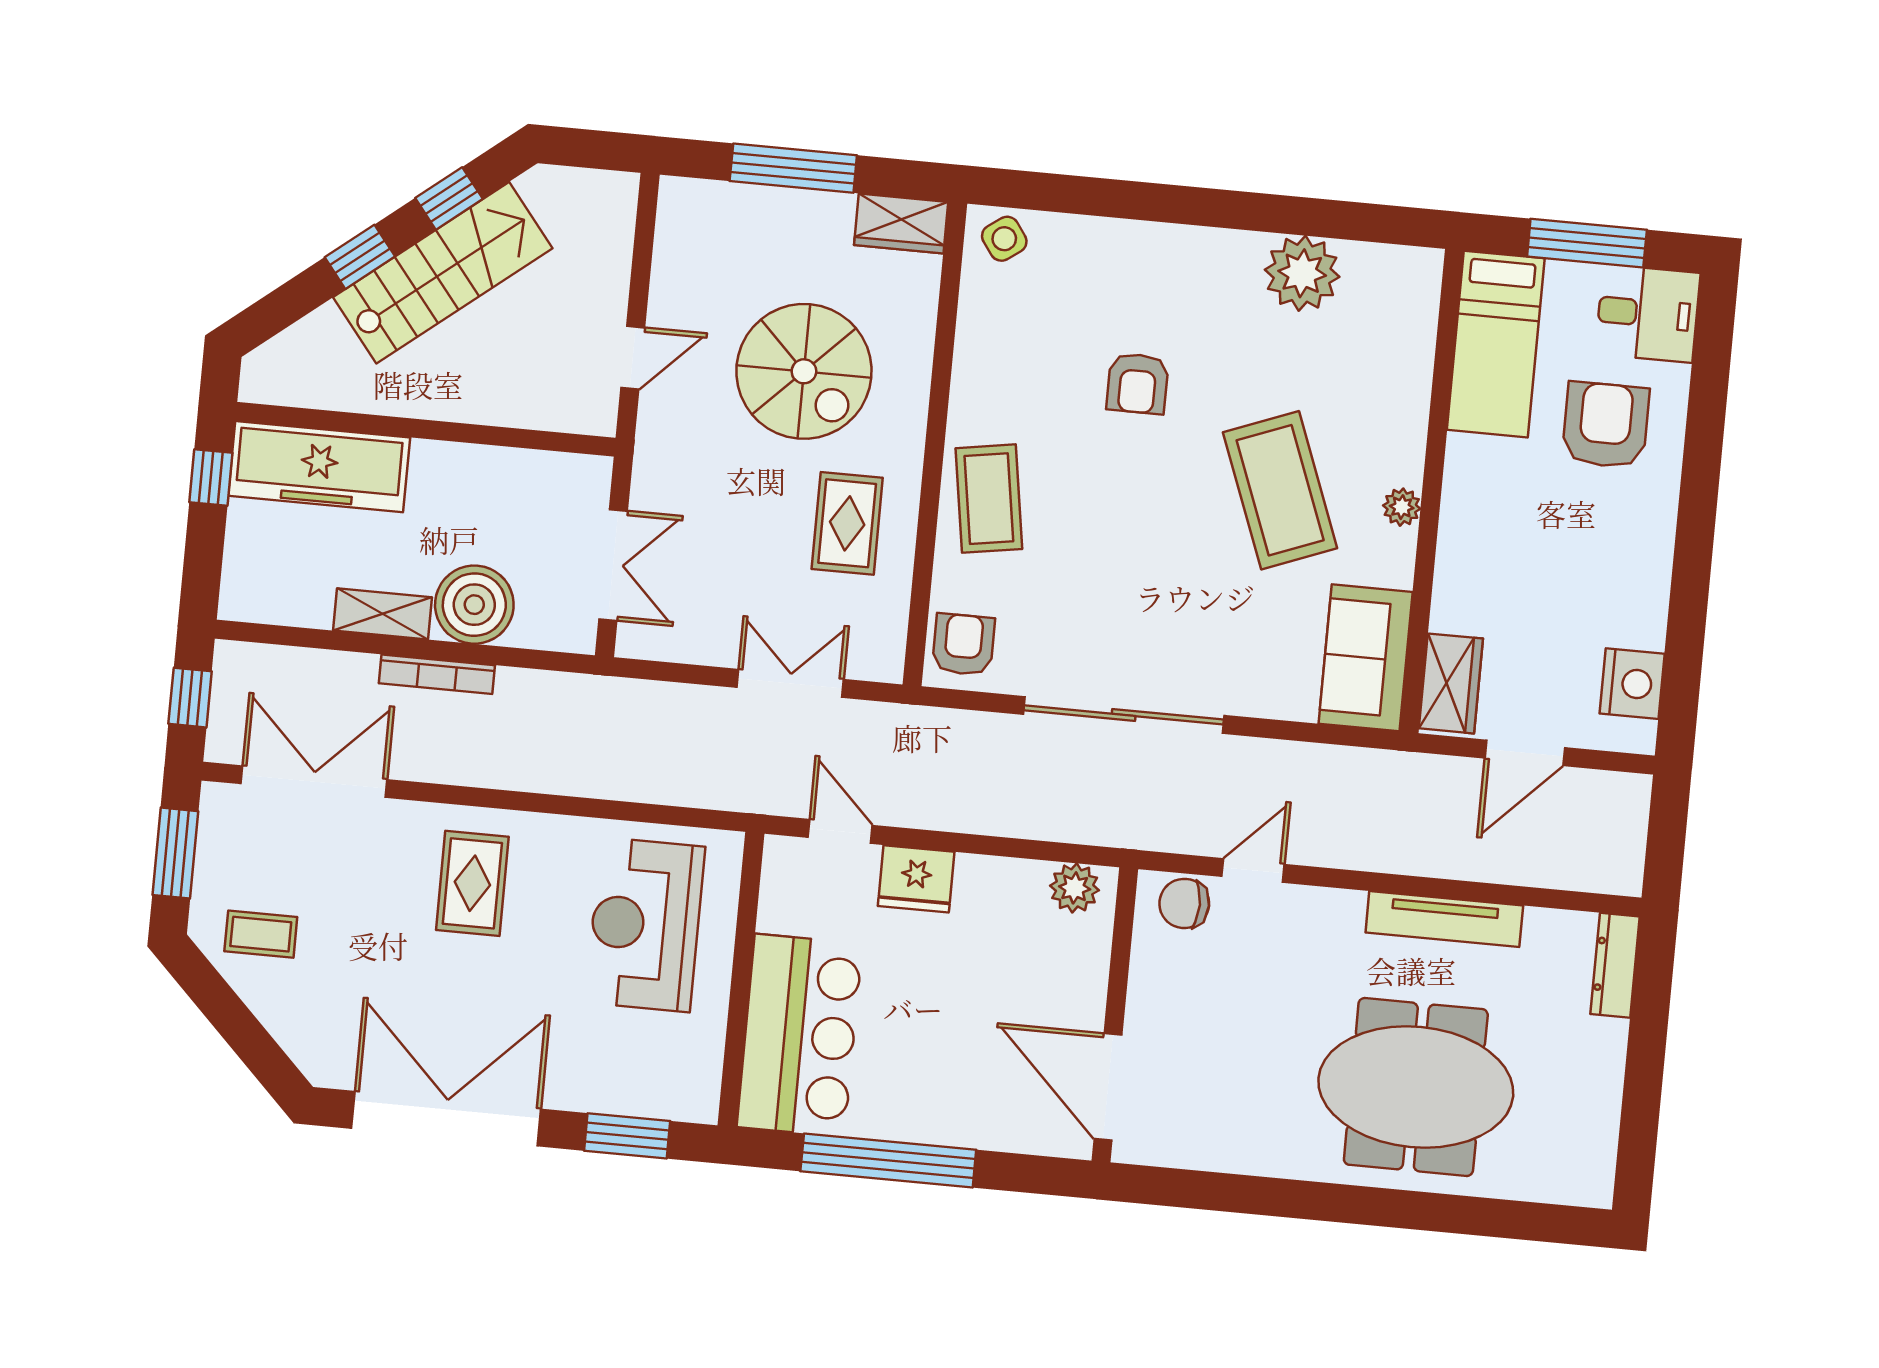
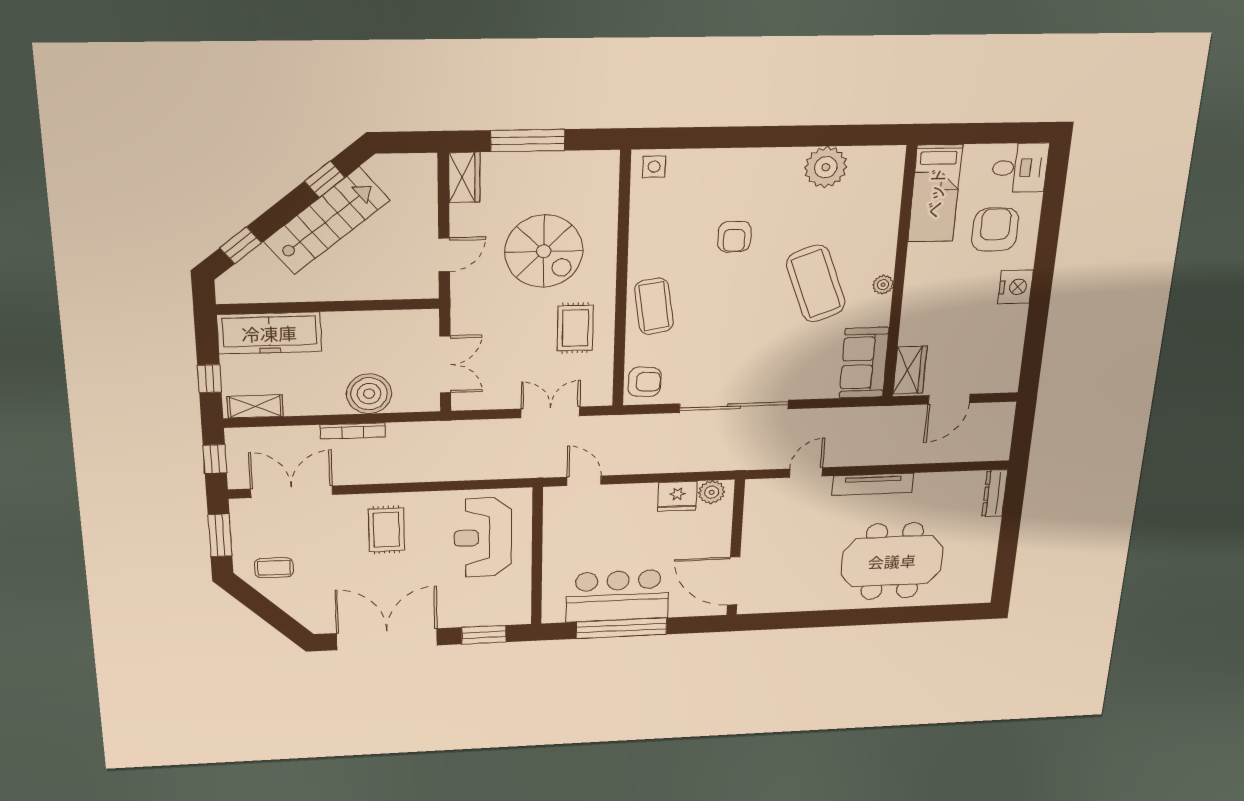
wardrobe: (901, 224) -> (464, 177), moved, turned -90
side table: (1004, 239) -> (654, 167), turned 35
window: (1587, 243) -> (987, 133), removed
window: (360, 257) -> (241, 245), moved
window: (211, 477) -> (209, 379), moved
shelving: (383, 614) -> (255, 406), moved
armchair: (963, 644) -> (645, 382), turned 92
nightstand: (1632, 684) -> (1016, 287), moved
fridge: (916, 879) -> (677, 496), moved
chair: (1184, 903) -> (770, 492), removed
tv unit: (1444, 919) -> (873, 484), moved
bar counter: (800, 1035) -> (618, 596), moved, turned -90

